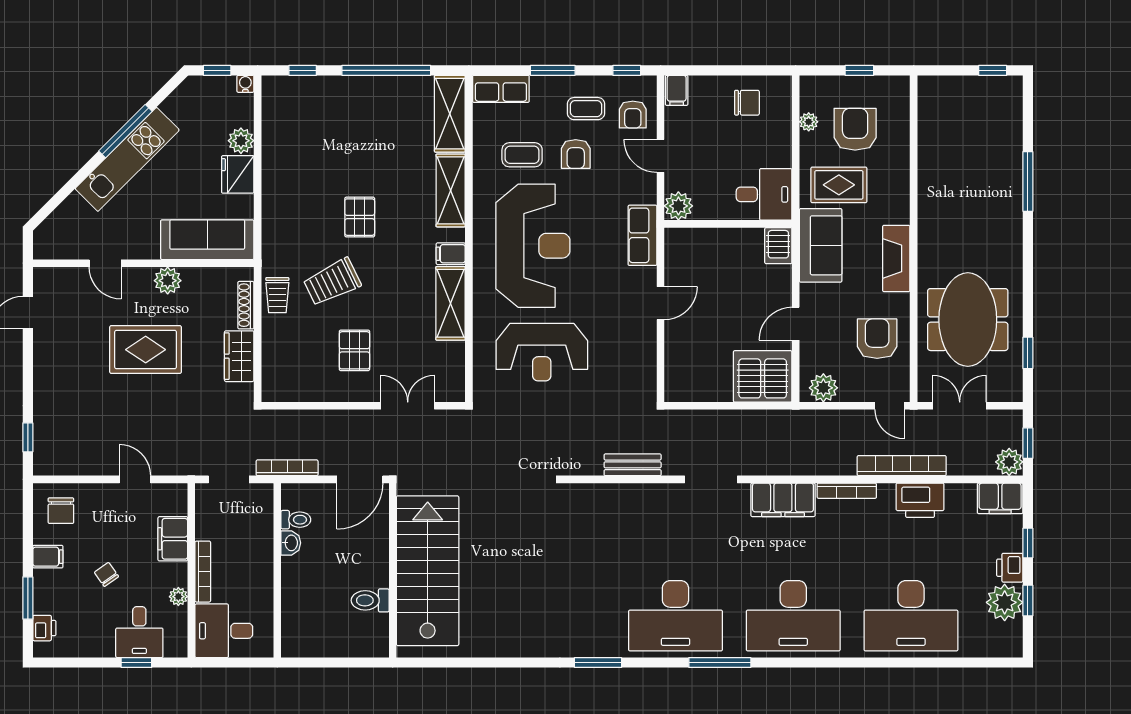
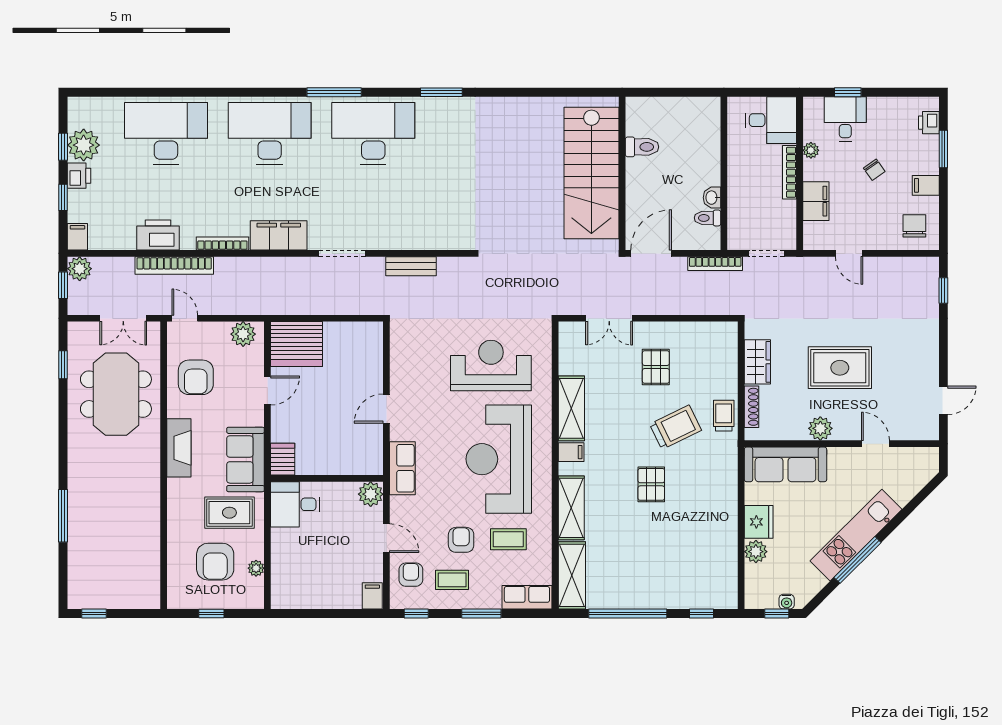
water cooler: (245, 84) -> (787, 602), moved
chair: (747, 103) -> (310, 585), removed
filing cabinet: (1000, 498) -> (77, 237), width x0.50

